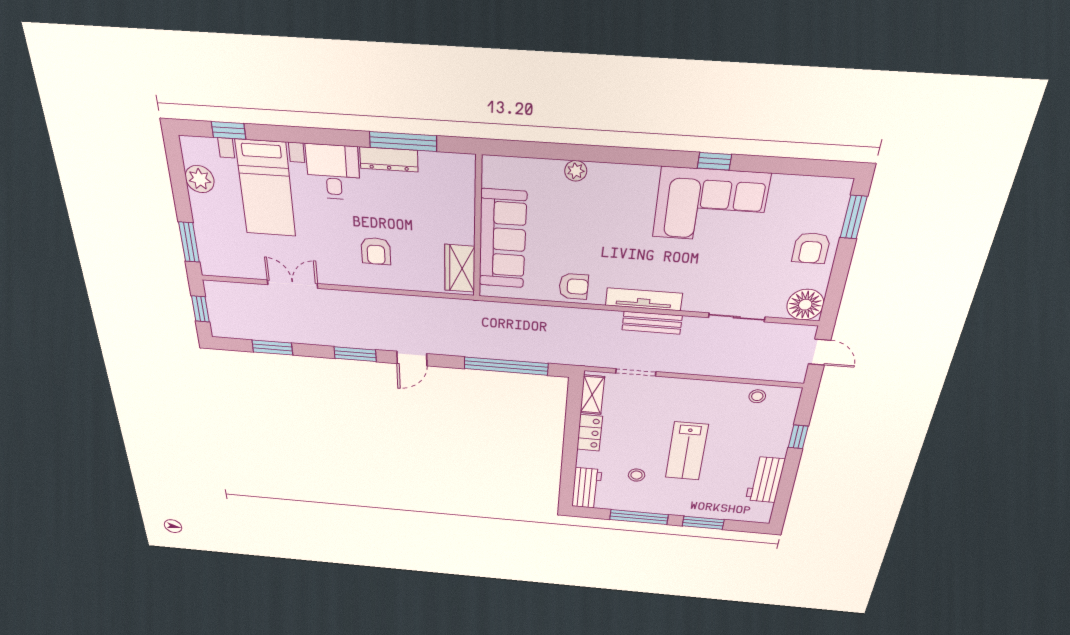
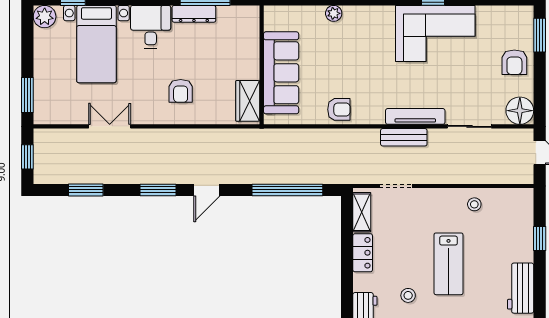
plant: (200, 179) -> (45, 17), moved
tv unit: (644, 299) -> (415, 116), moved
stool: (757, 396) -> (474, 204), moved

